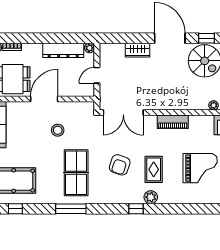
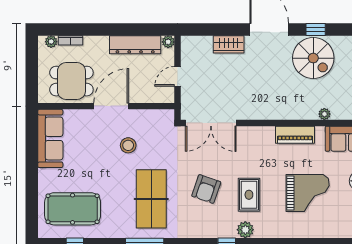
piano: (173, 122) -> (295, 135), moved

